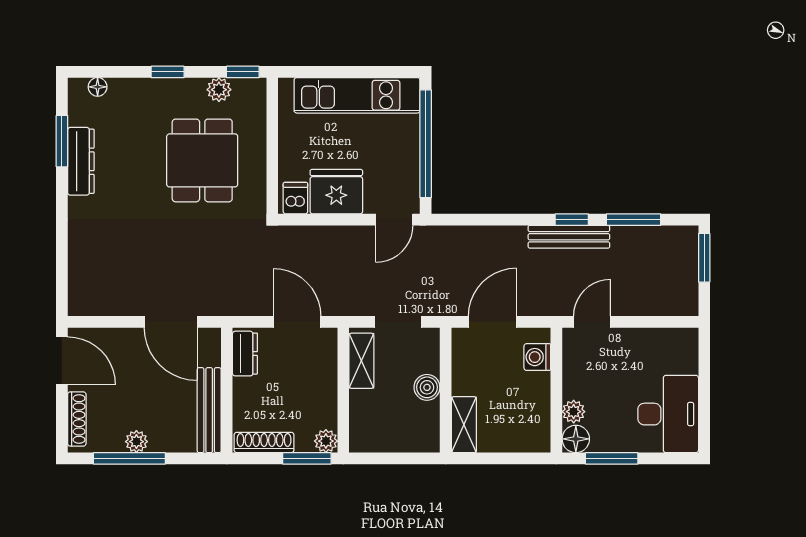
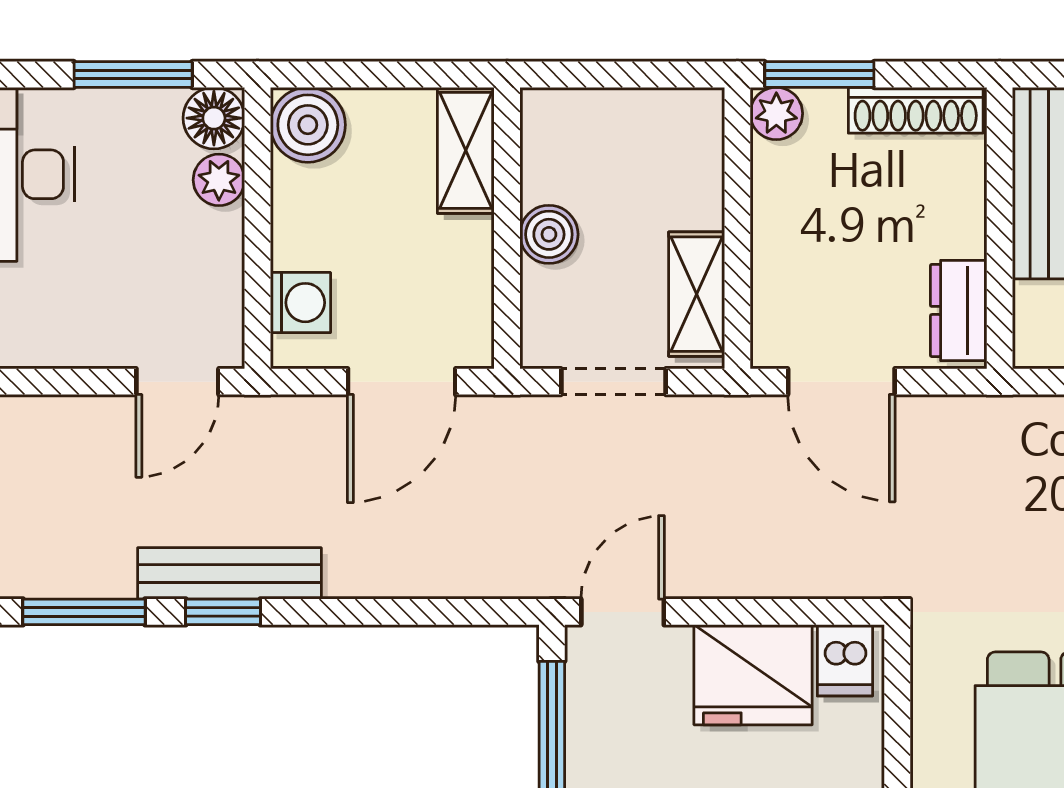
boiler: (534, 436) -> (308, 125), added

